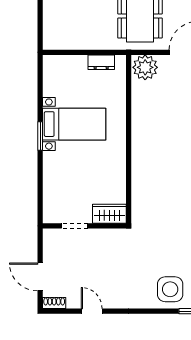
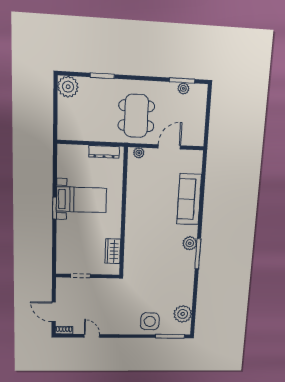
dresser: (101, 62) -> (104, 152), width x1.44
plant: (145, 67) -> (139, 153), width x0.53, depth x0.53
wardrobe: (109, 214) -> (113, 251), moved, turned -90

